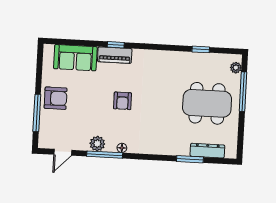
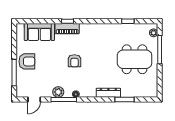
dresser: (207, 151) -> (108, 93), moved

